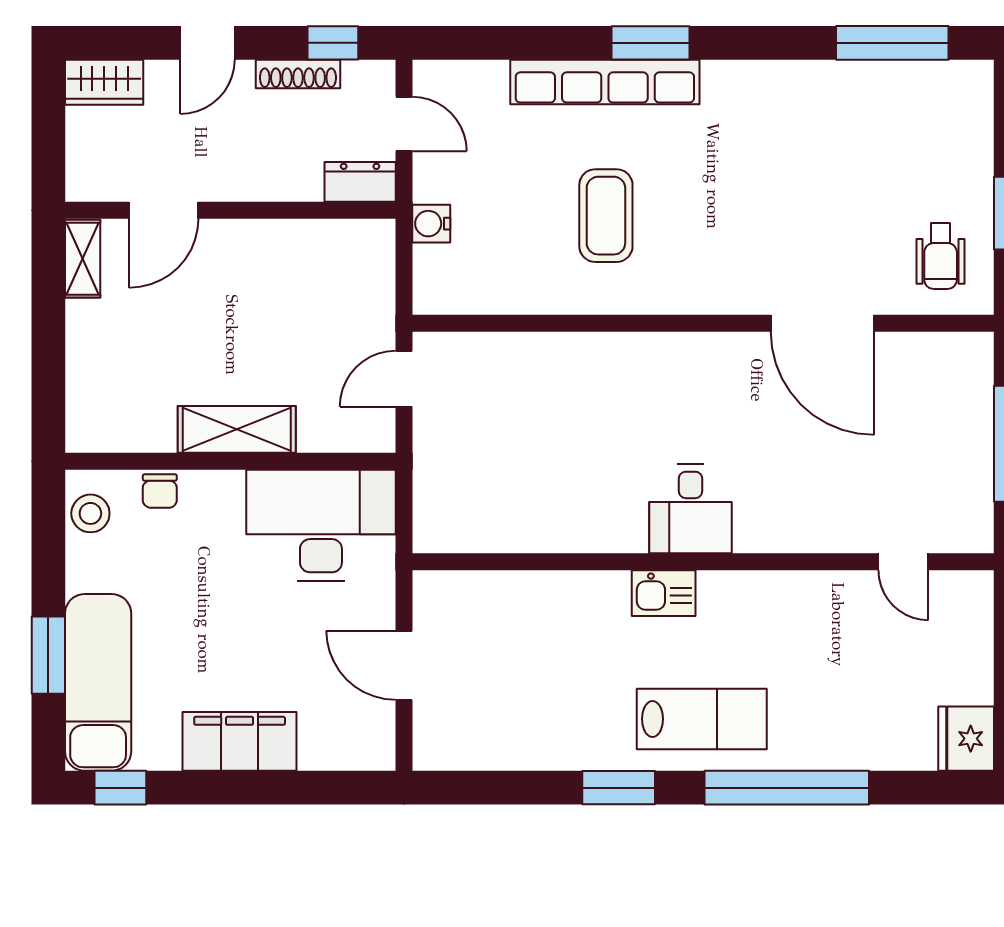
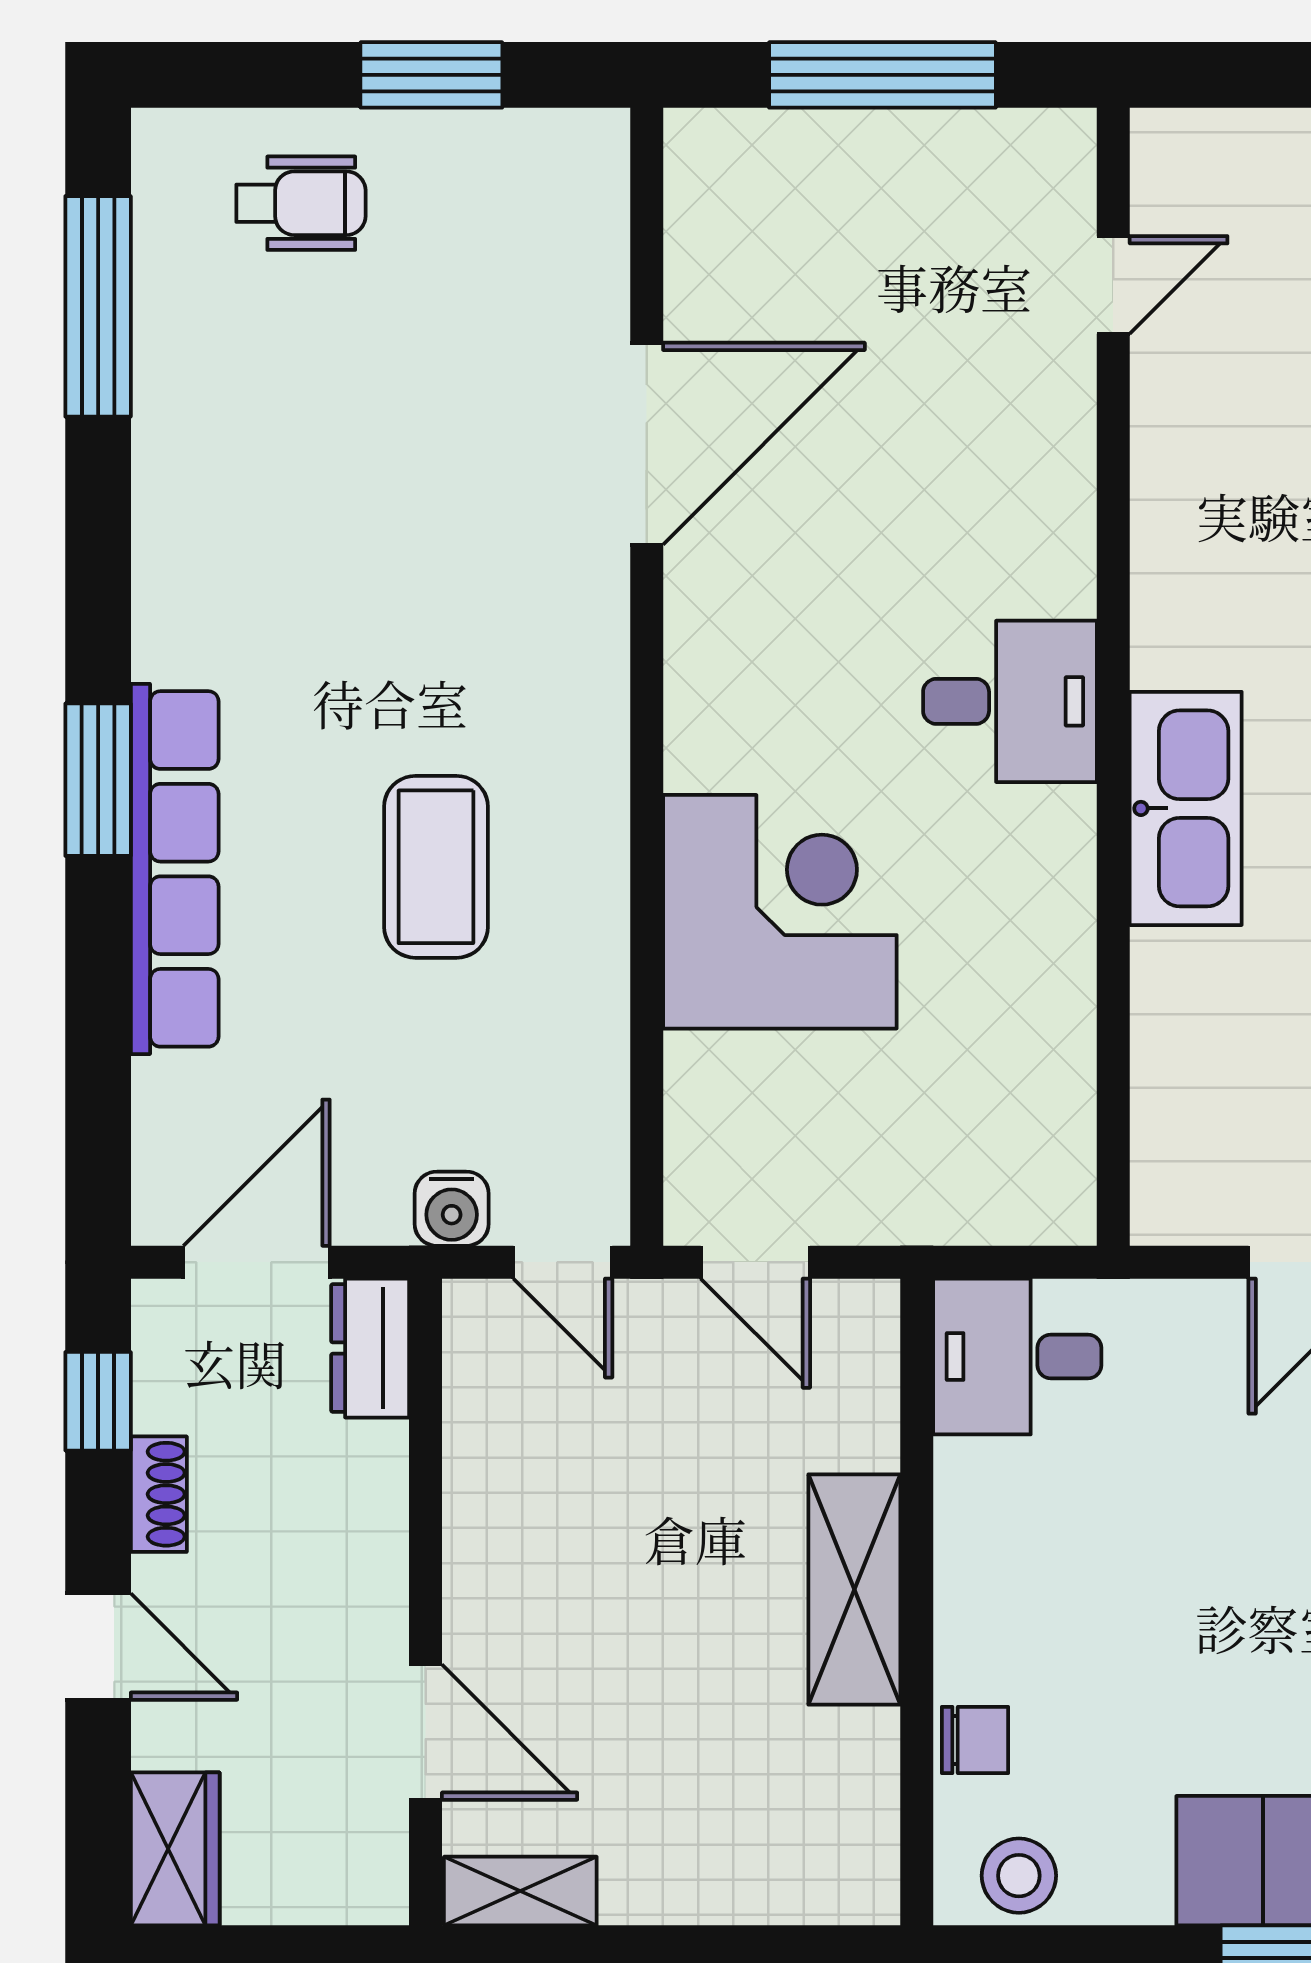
shoe rack: (298, 74) -> (159, 1494), width x0.70
door: (404, 124) -> (257, 1262), width x1.38
coffee table: (606, 216) -> (436, 867), turned 90
wheelchair: (941, 256) -> (301, 203), moved
door: (404, 280) -> (563, 1262), added
corner desk: (583, 391) -> (780, 912), added
desk: (321, 526) -> (1017, 1356), width x0.53, depth x0.77
kitchen sink: (664, 593) -> (1186, 808), width x1.88, depth x1.24

